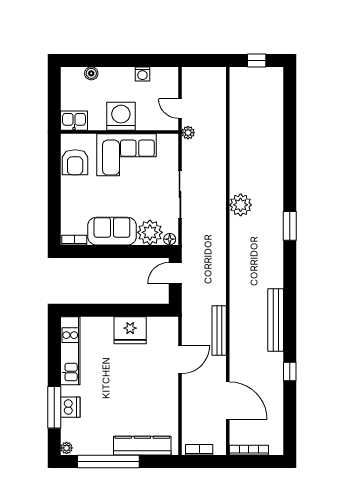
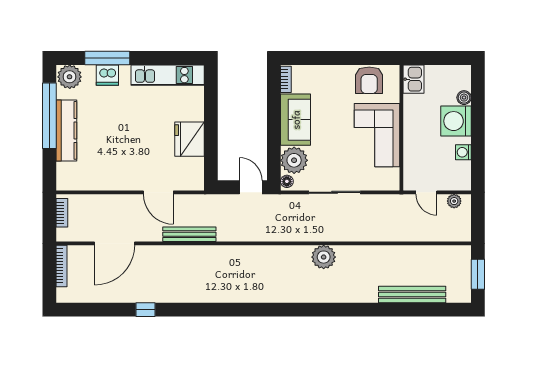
window: (257, 60) -> (478, 274), width x1.50
door: (180, 109) -> (426, 192), swing flipped
washing machine: (121, 116) -> (456, 121), moved, turned 180
plant: (188, 133) -> (454, 201), moved
armchair: (75, 162) -> (369, 80), turned -90
window: (290, 226) -> (301, 310), removed
bench: (276, 320) -> (412, 295), moved
kitchen counter: (142, 446) -> (66, 130), moved
plant: (67, 448) -> (70, 77), width x1.88, depth x1.88

